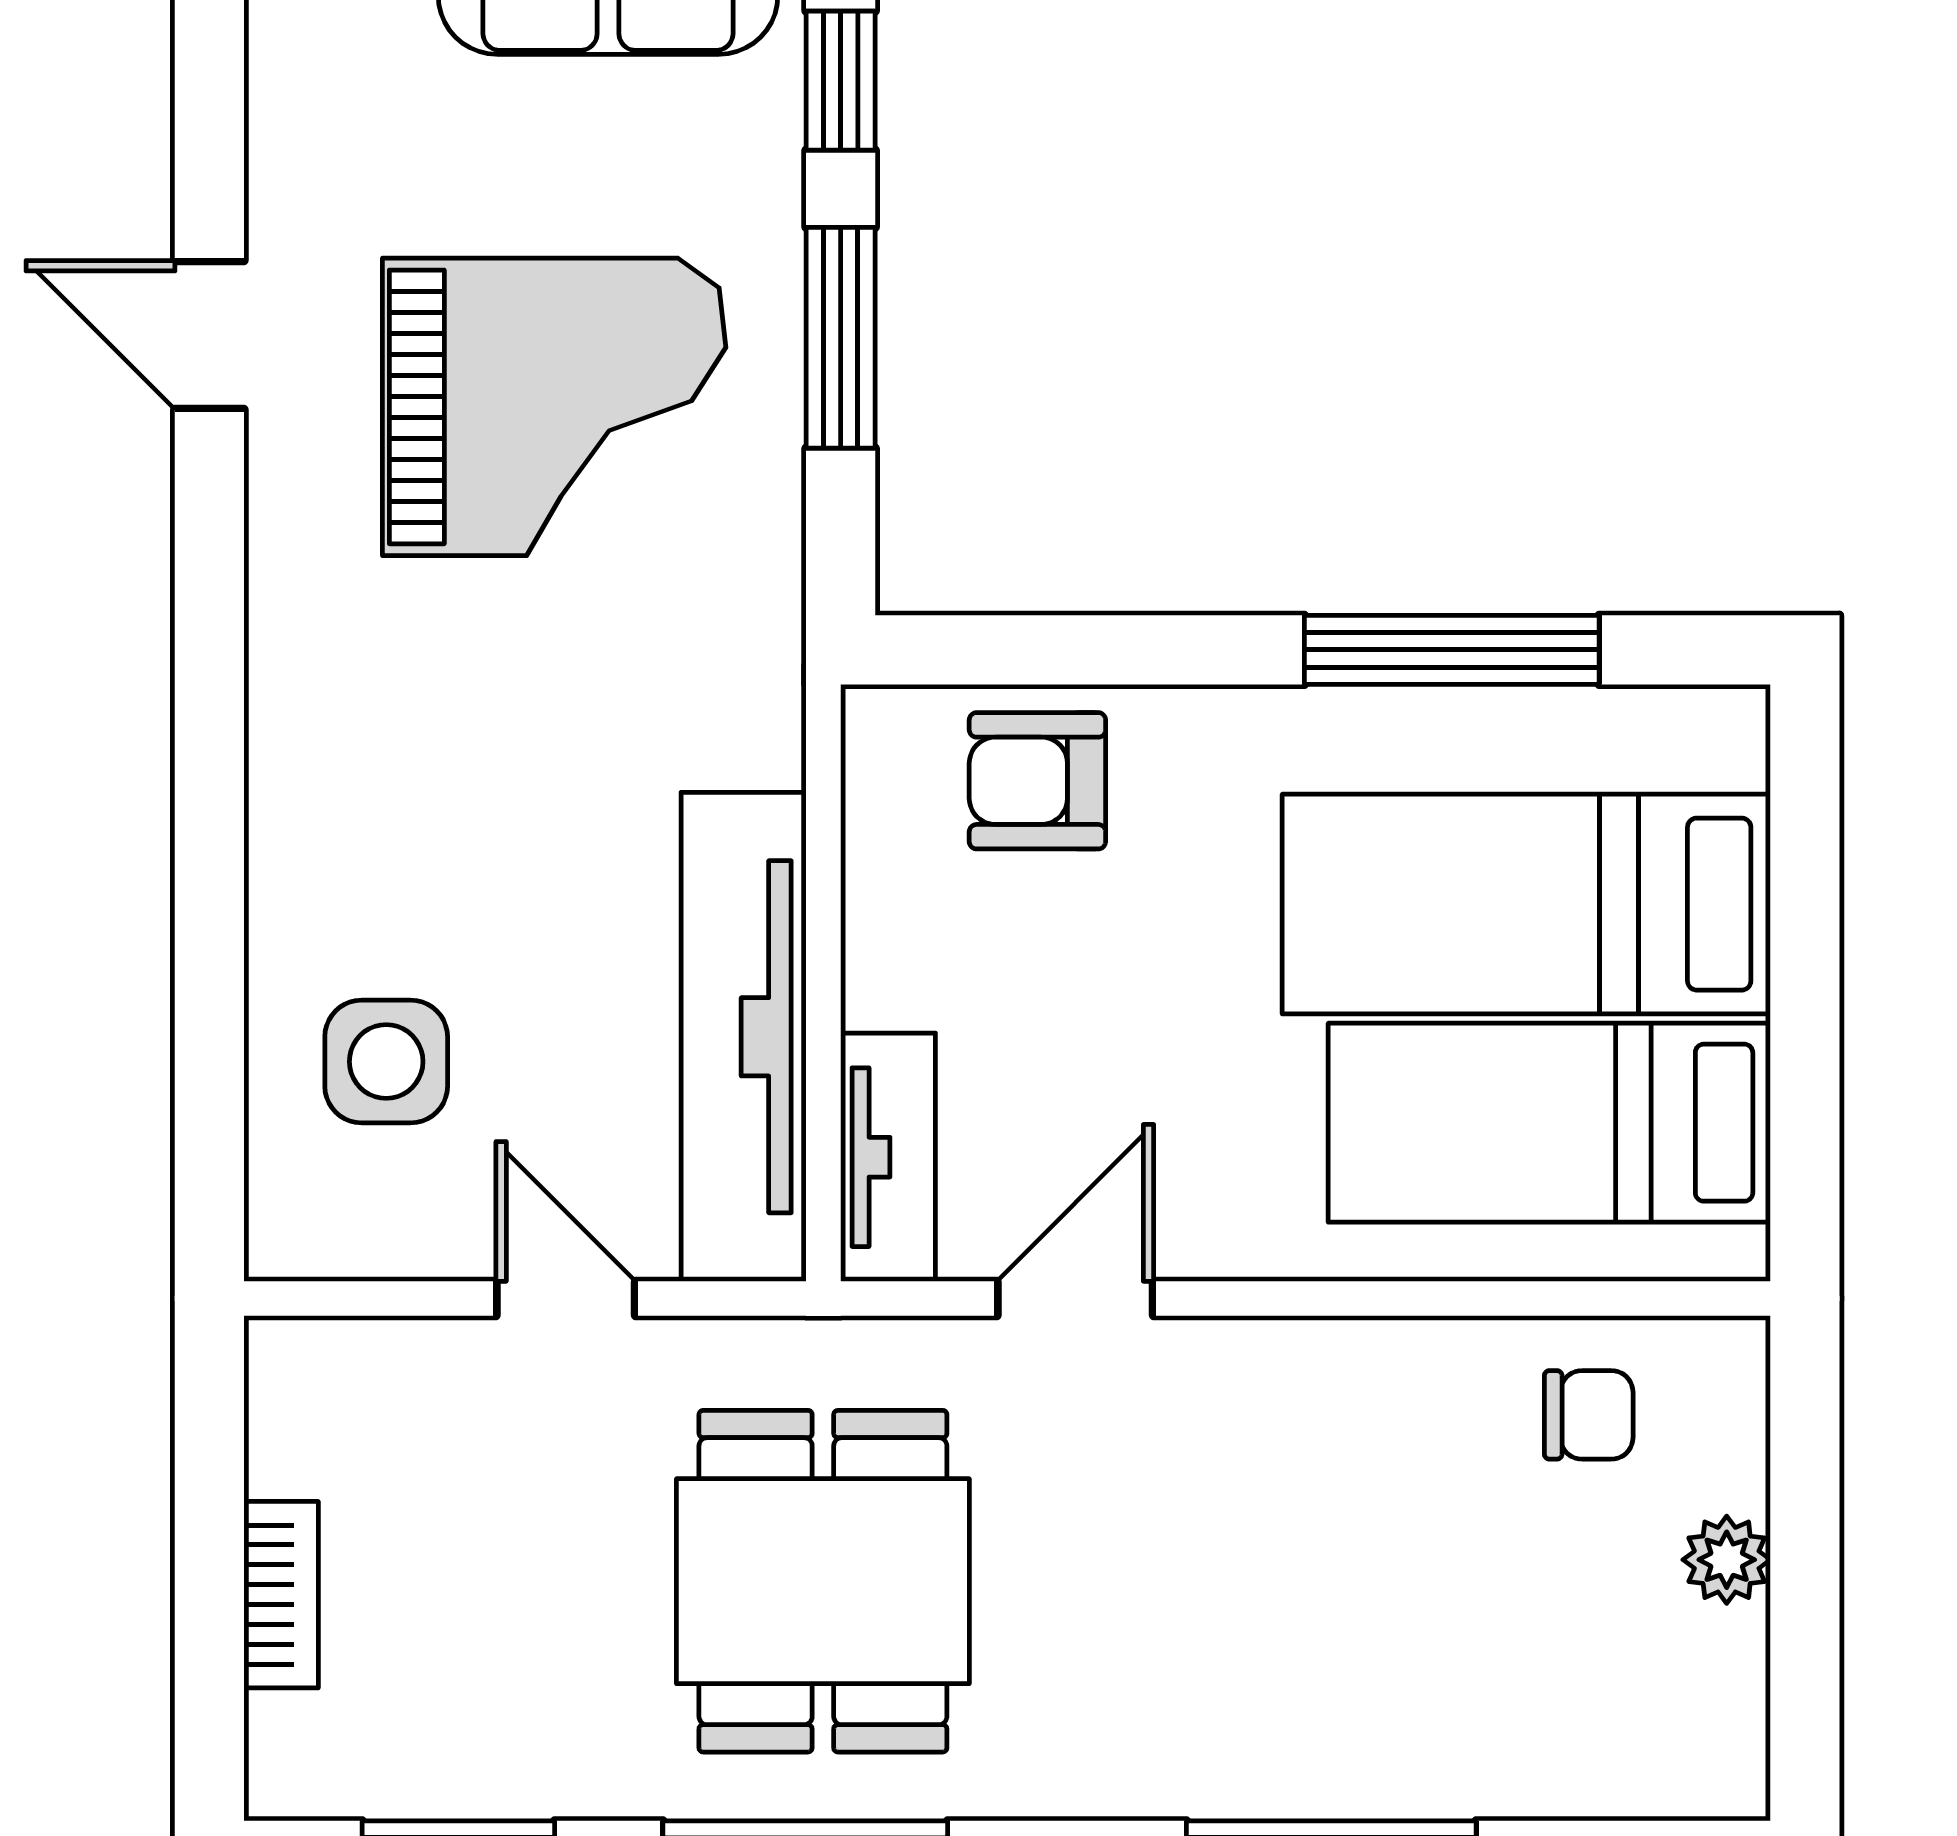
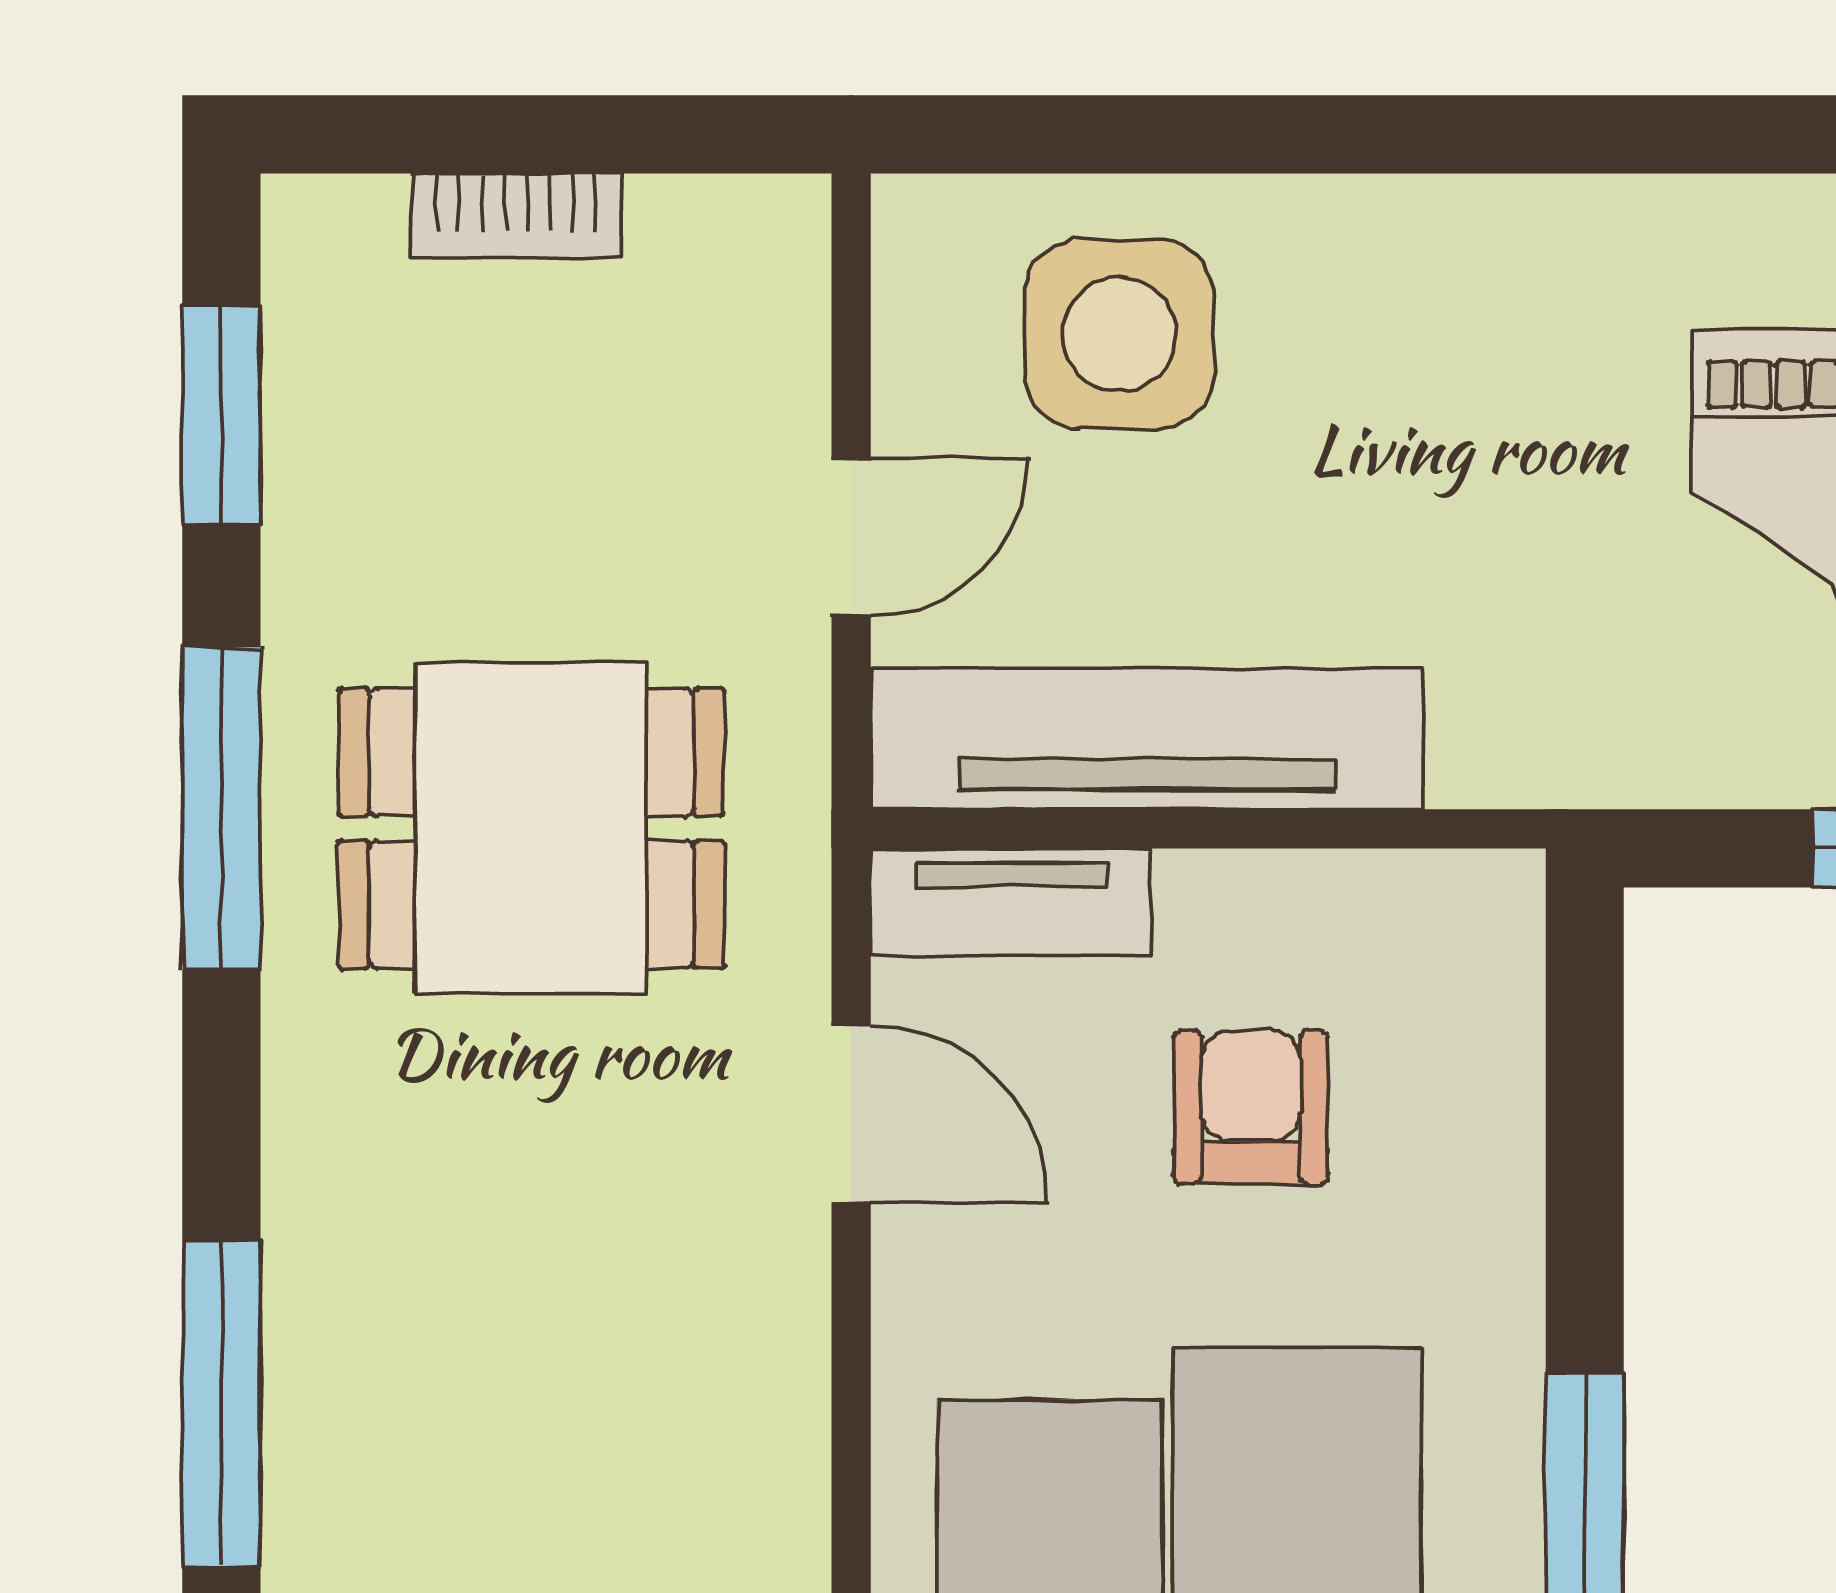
armchair: (1037, 781) -> (1251, 1107), moved
side table: (386, 1062) -> (1119, 334), width x1.37, depth x1.37

